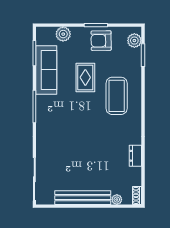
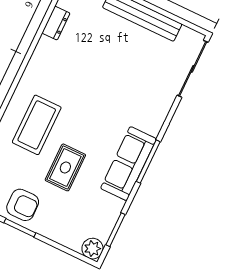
plant: (63, 34) -> (92, 249), moved
sofa: (46, 70) -> (128, 164), moved
dresser: (135, 156) -> (56, 23), moved

